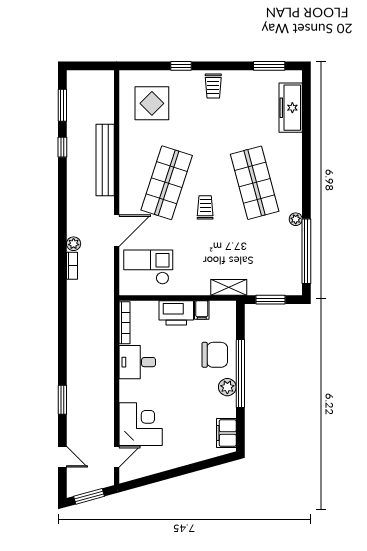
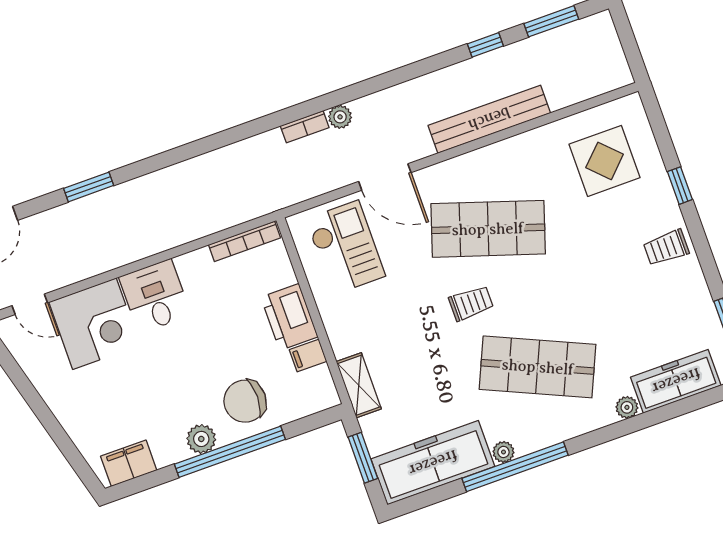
plant: (295, 140) -> (627, 407), added
shop shelf: (255, 183) -> (538, 367), turned 39
window: (306, 251) -> (515, 467), moved
freezer: (287, 261) -> (433, 463), added
chair: (215, 355) -> (245, 401), turned 90
desk: (137, 362) -> (155, 296), moved

